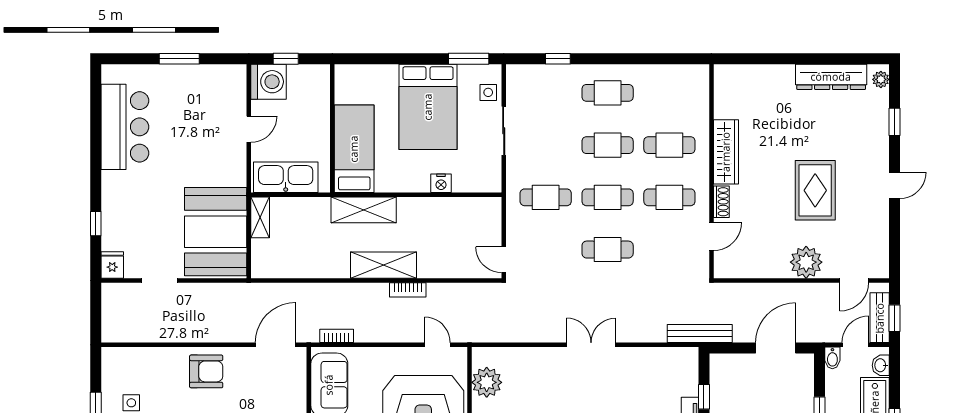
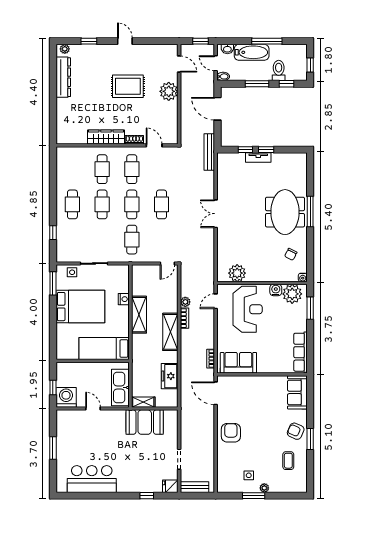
shelving: (364, 210) -> (139, 315), moved
booth: (216, 232) -> (145, 422), width x0.73, depth x0.70
freezer: (306, 264) -> (170, 376), added
plant: (436, 291) -> (185, 302), added
bench: (880, 318) -> (195, 487), moved

